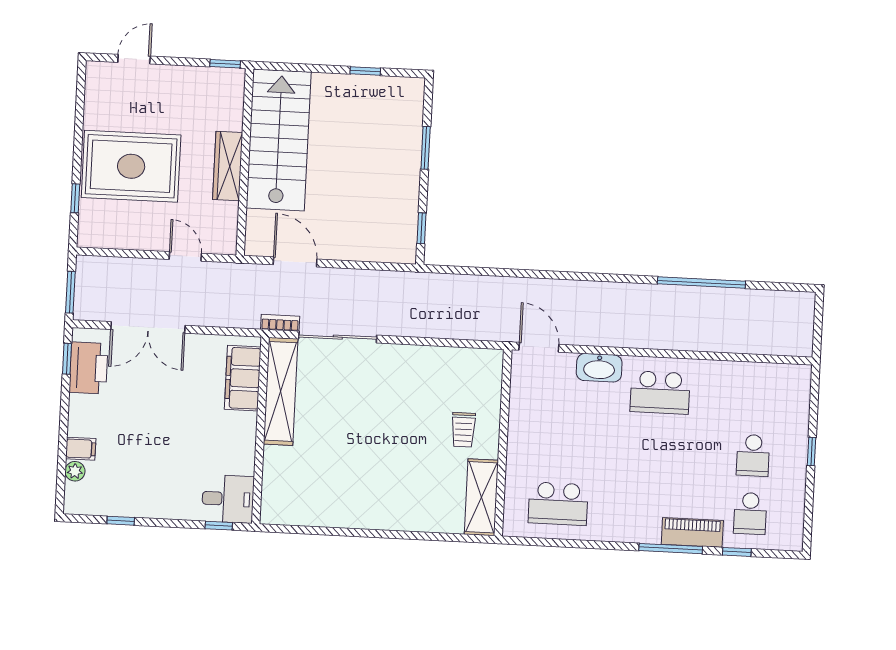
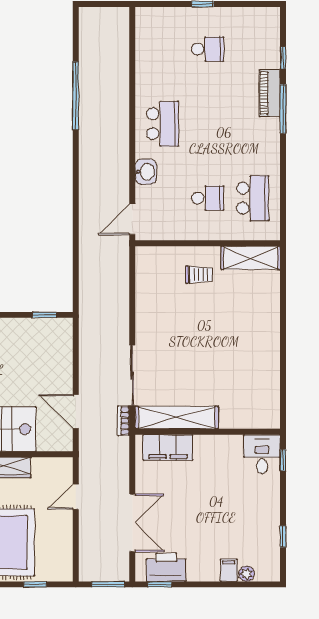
door: (295, 262) -> (76, 412), hinge flipped
washbasin: (599, 368) -> (146, 172), width x0.72
school desk: (750, 513) -> (208, 198), moved

